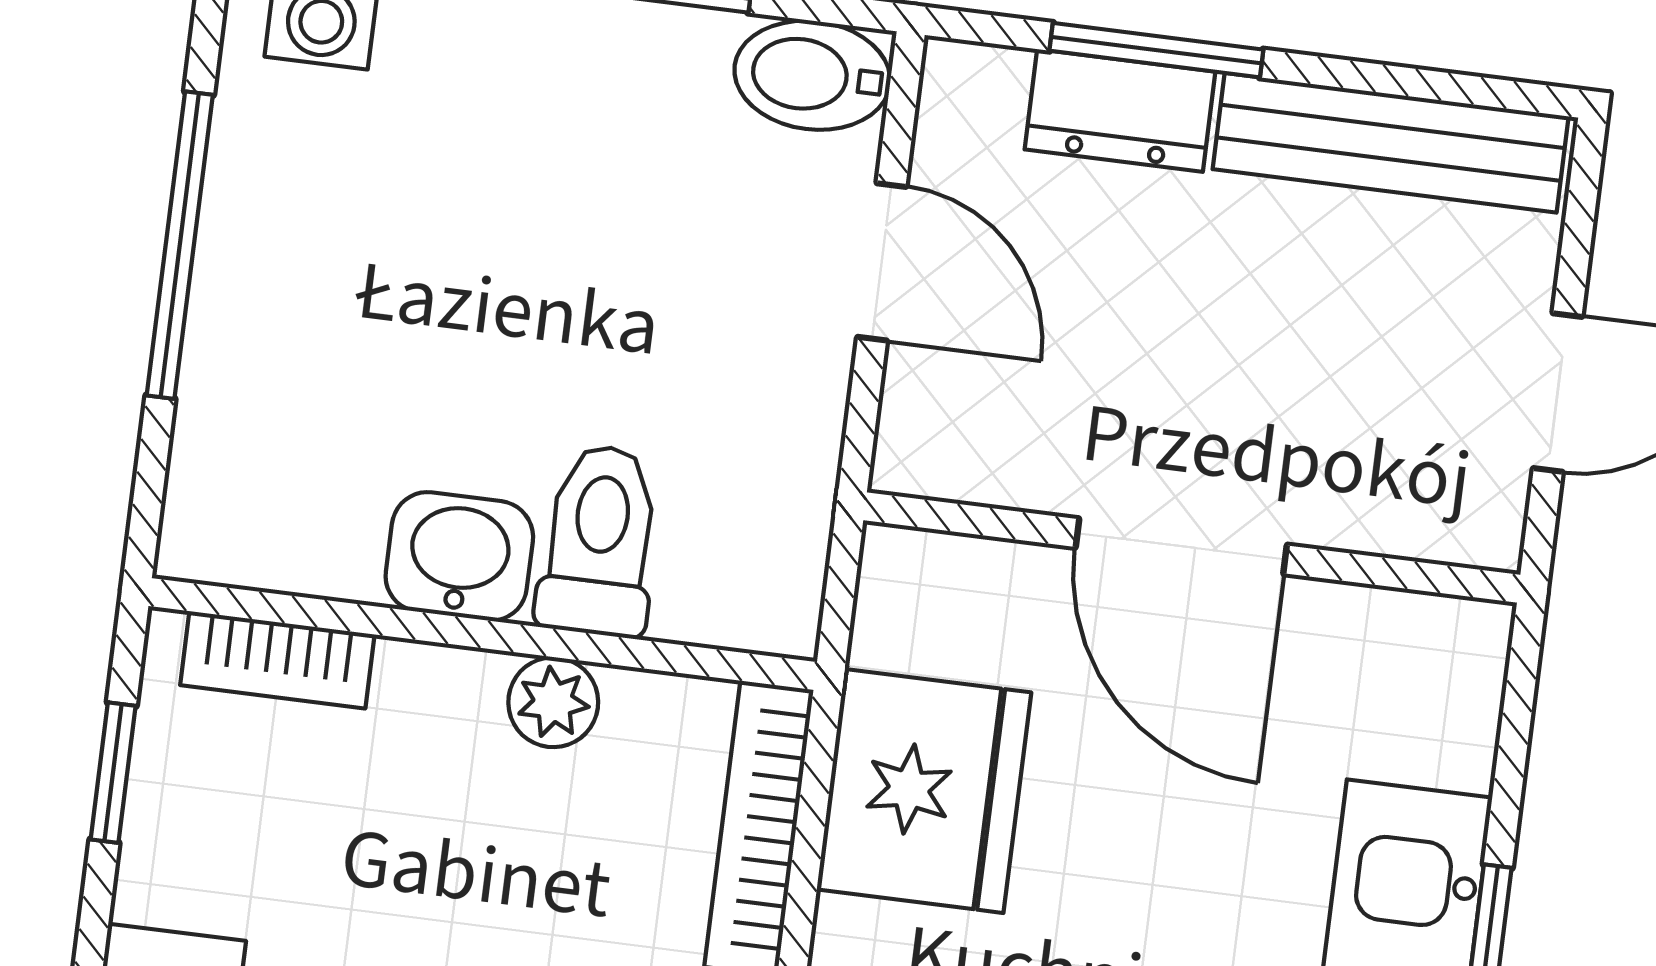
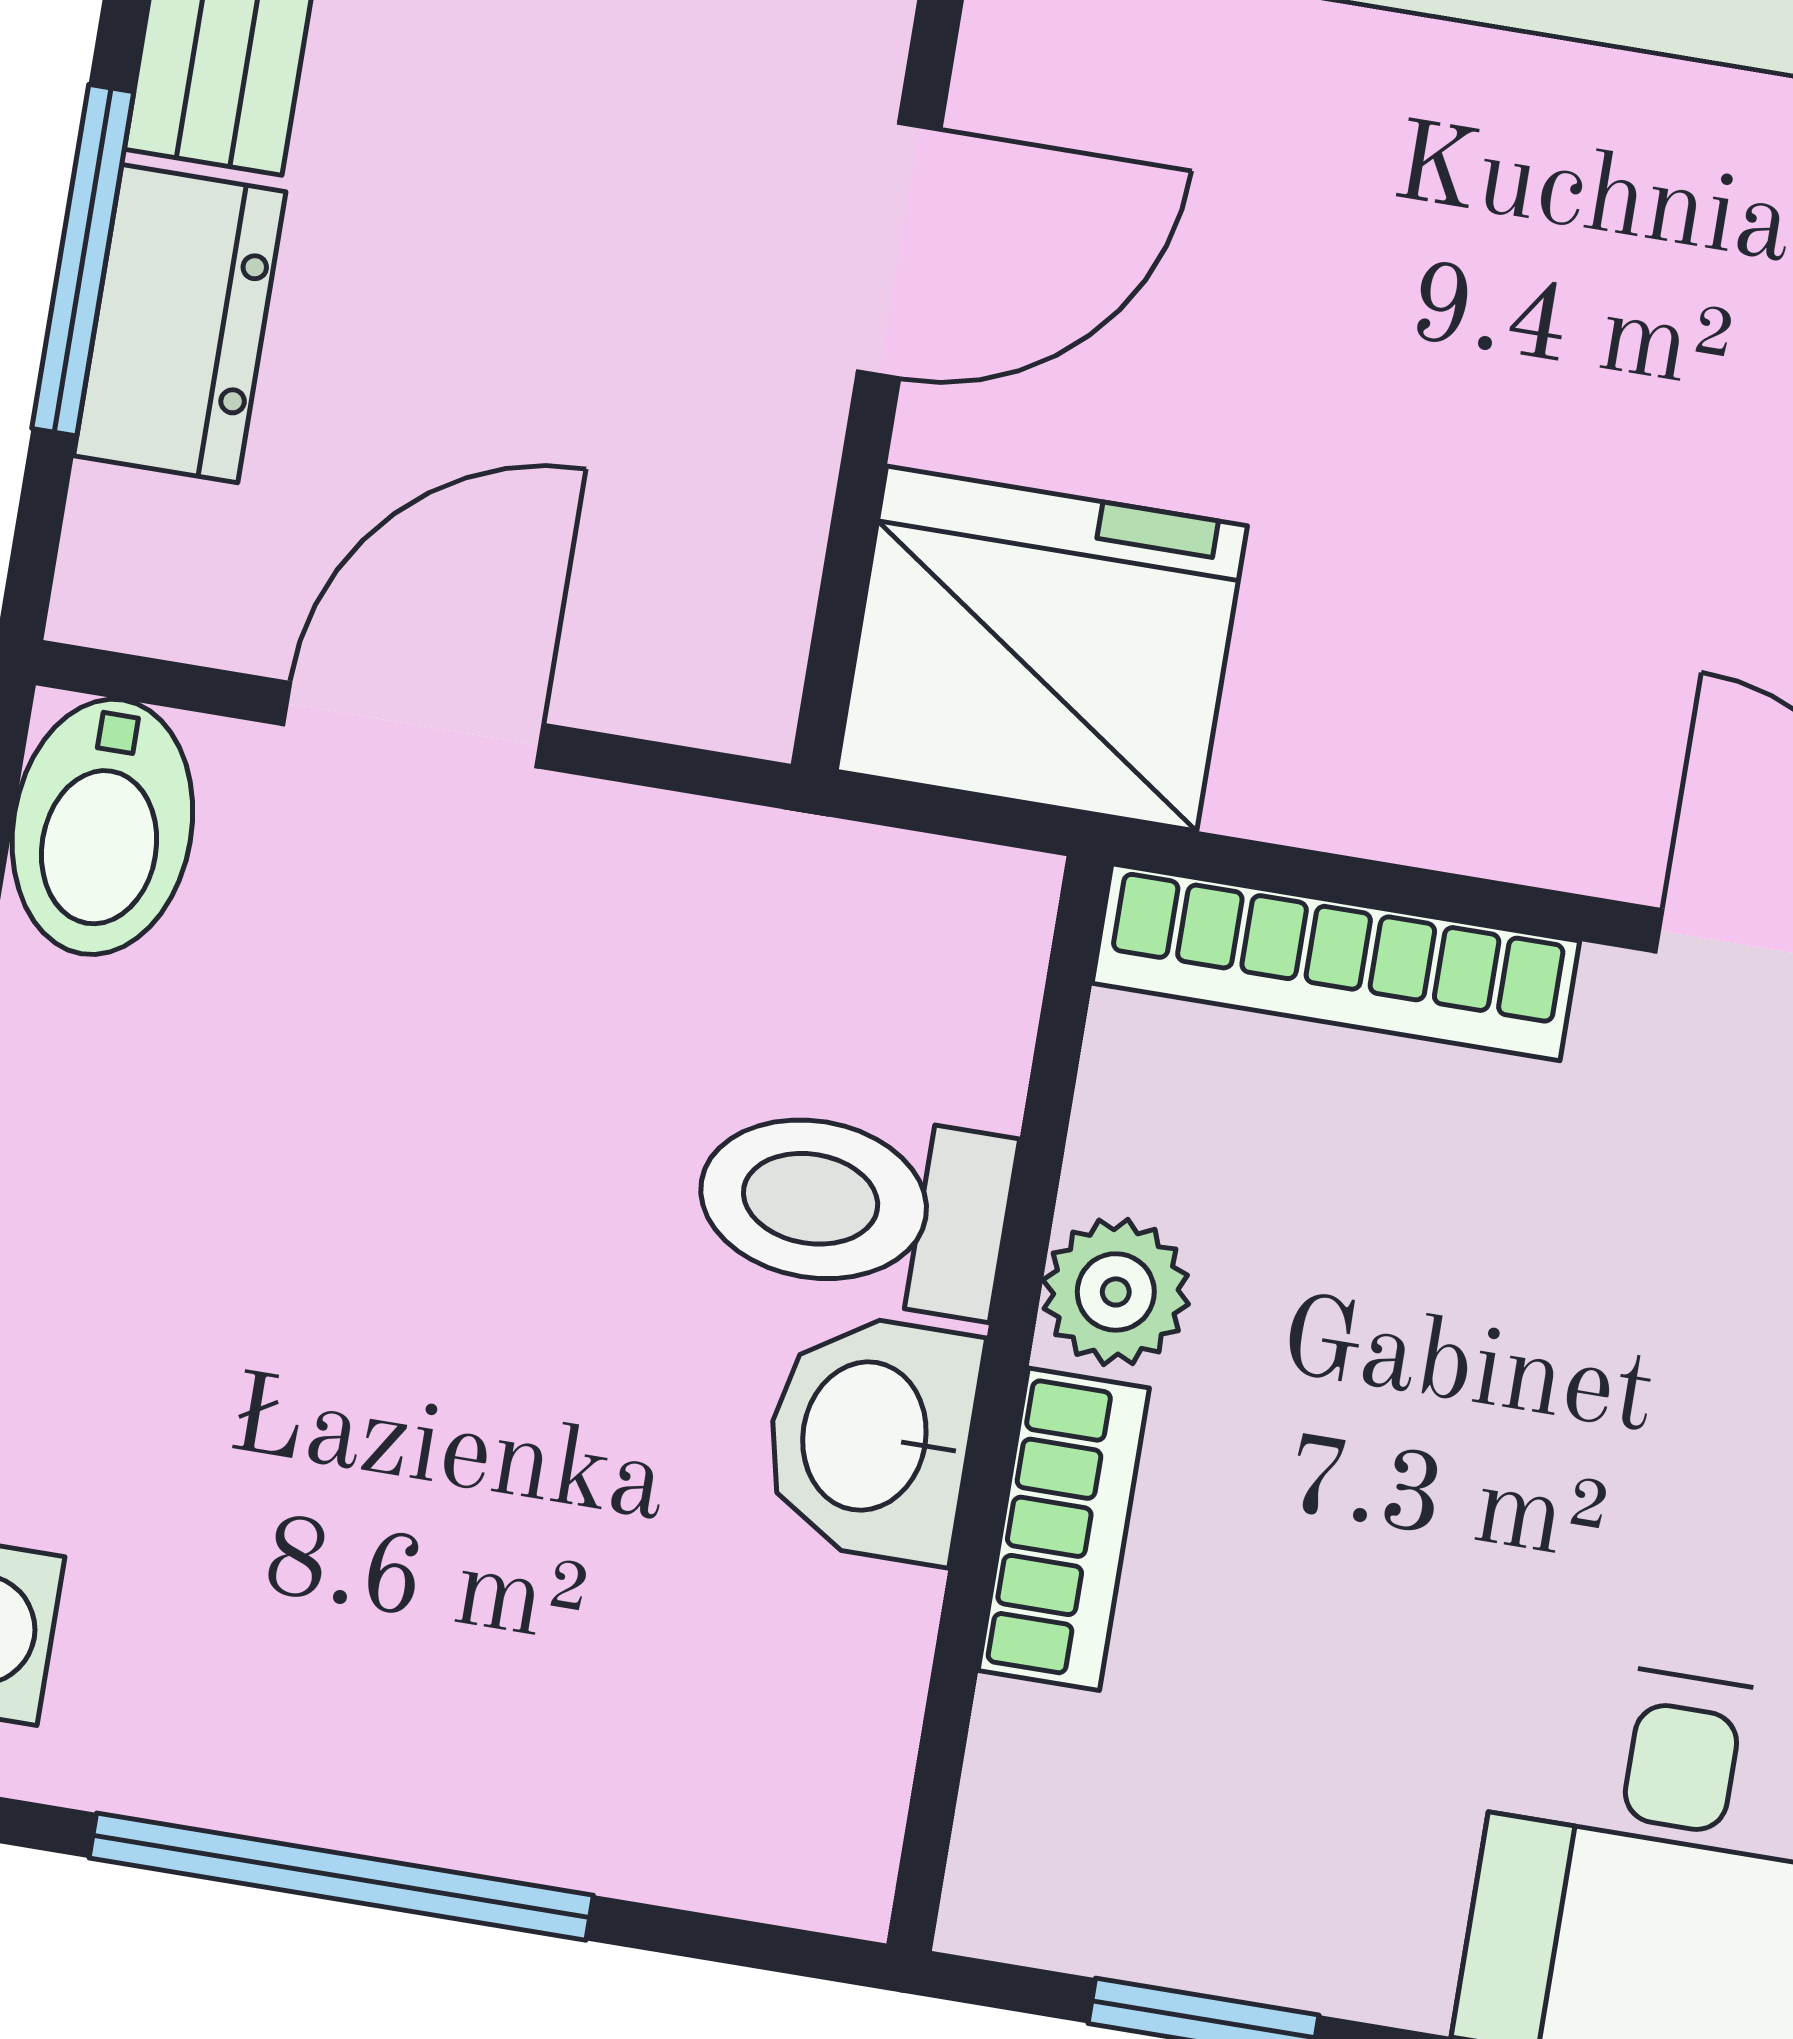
door: (1181, 546) -> (899, 251), width x0.73
bookcase: (277, 660) -> (1064, 1529), moved
fridge: (924, 791) -> (1042, 648), moved

